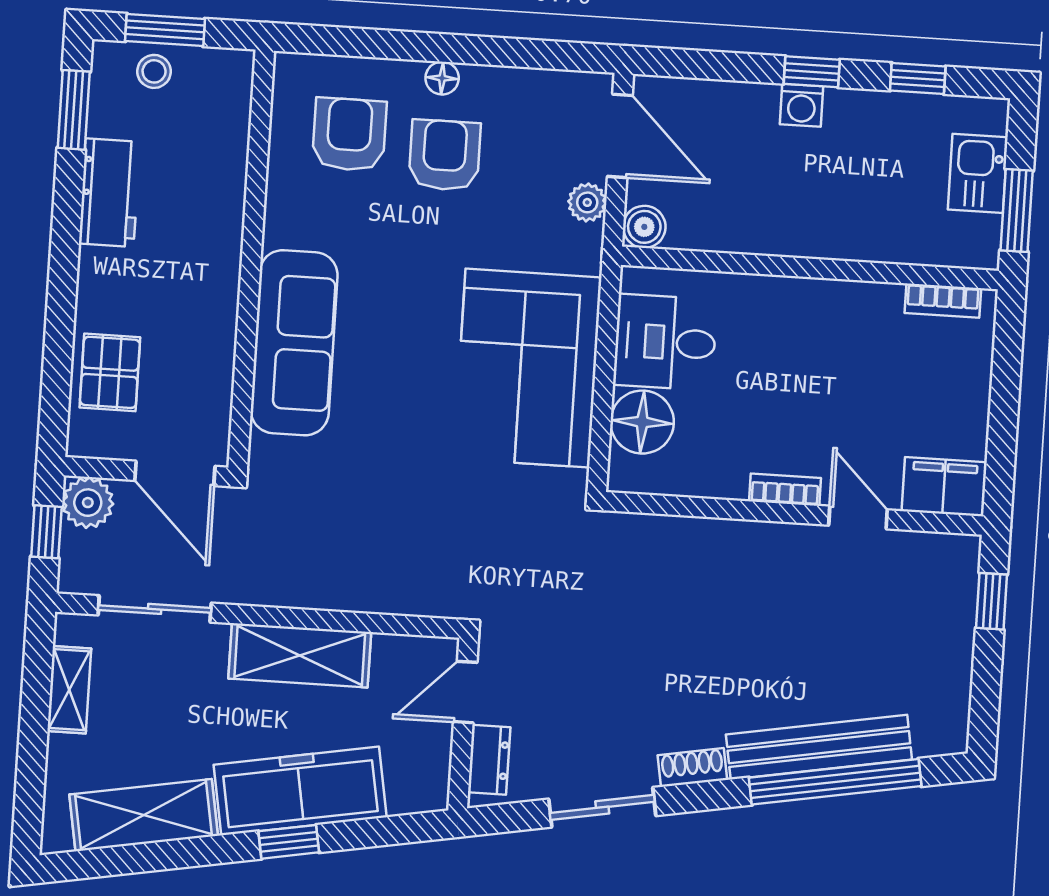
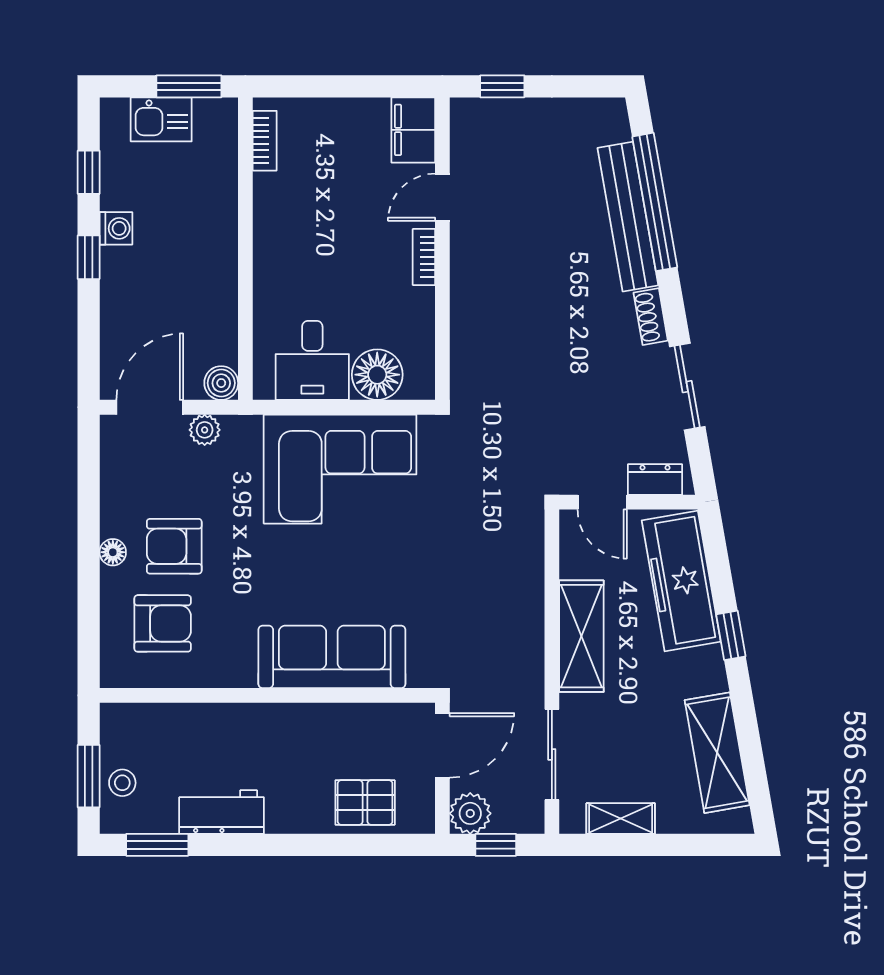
washing machine: (802, 105) -> (116, 228), moved
armchair: (349, 134) -> (163, 623), turned 180
freezer: (300, 791) -> (681, 581), moved

